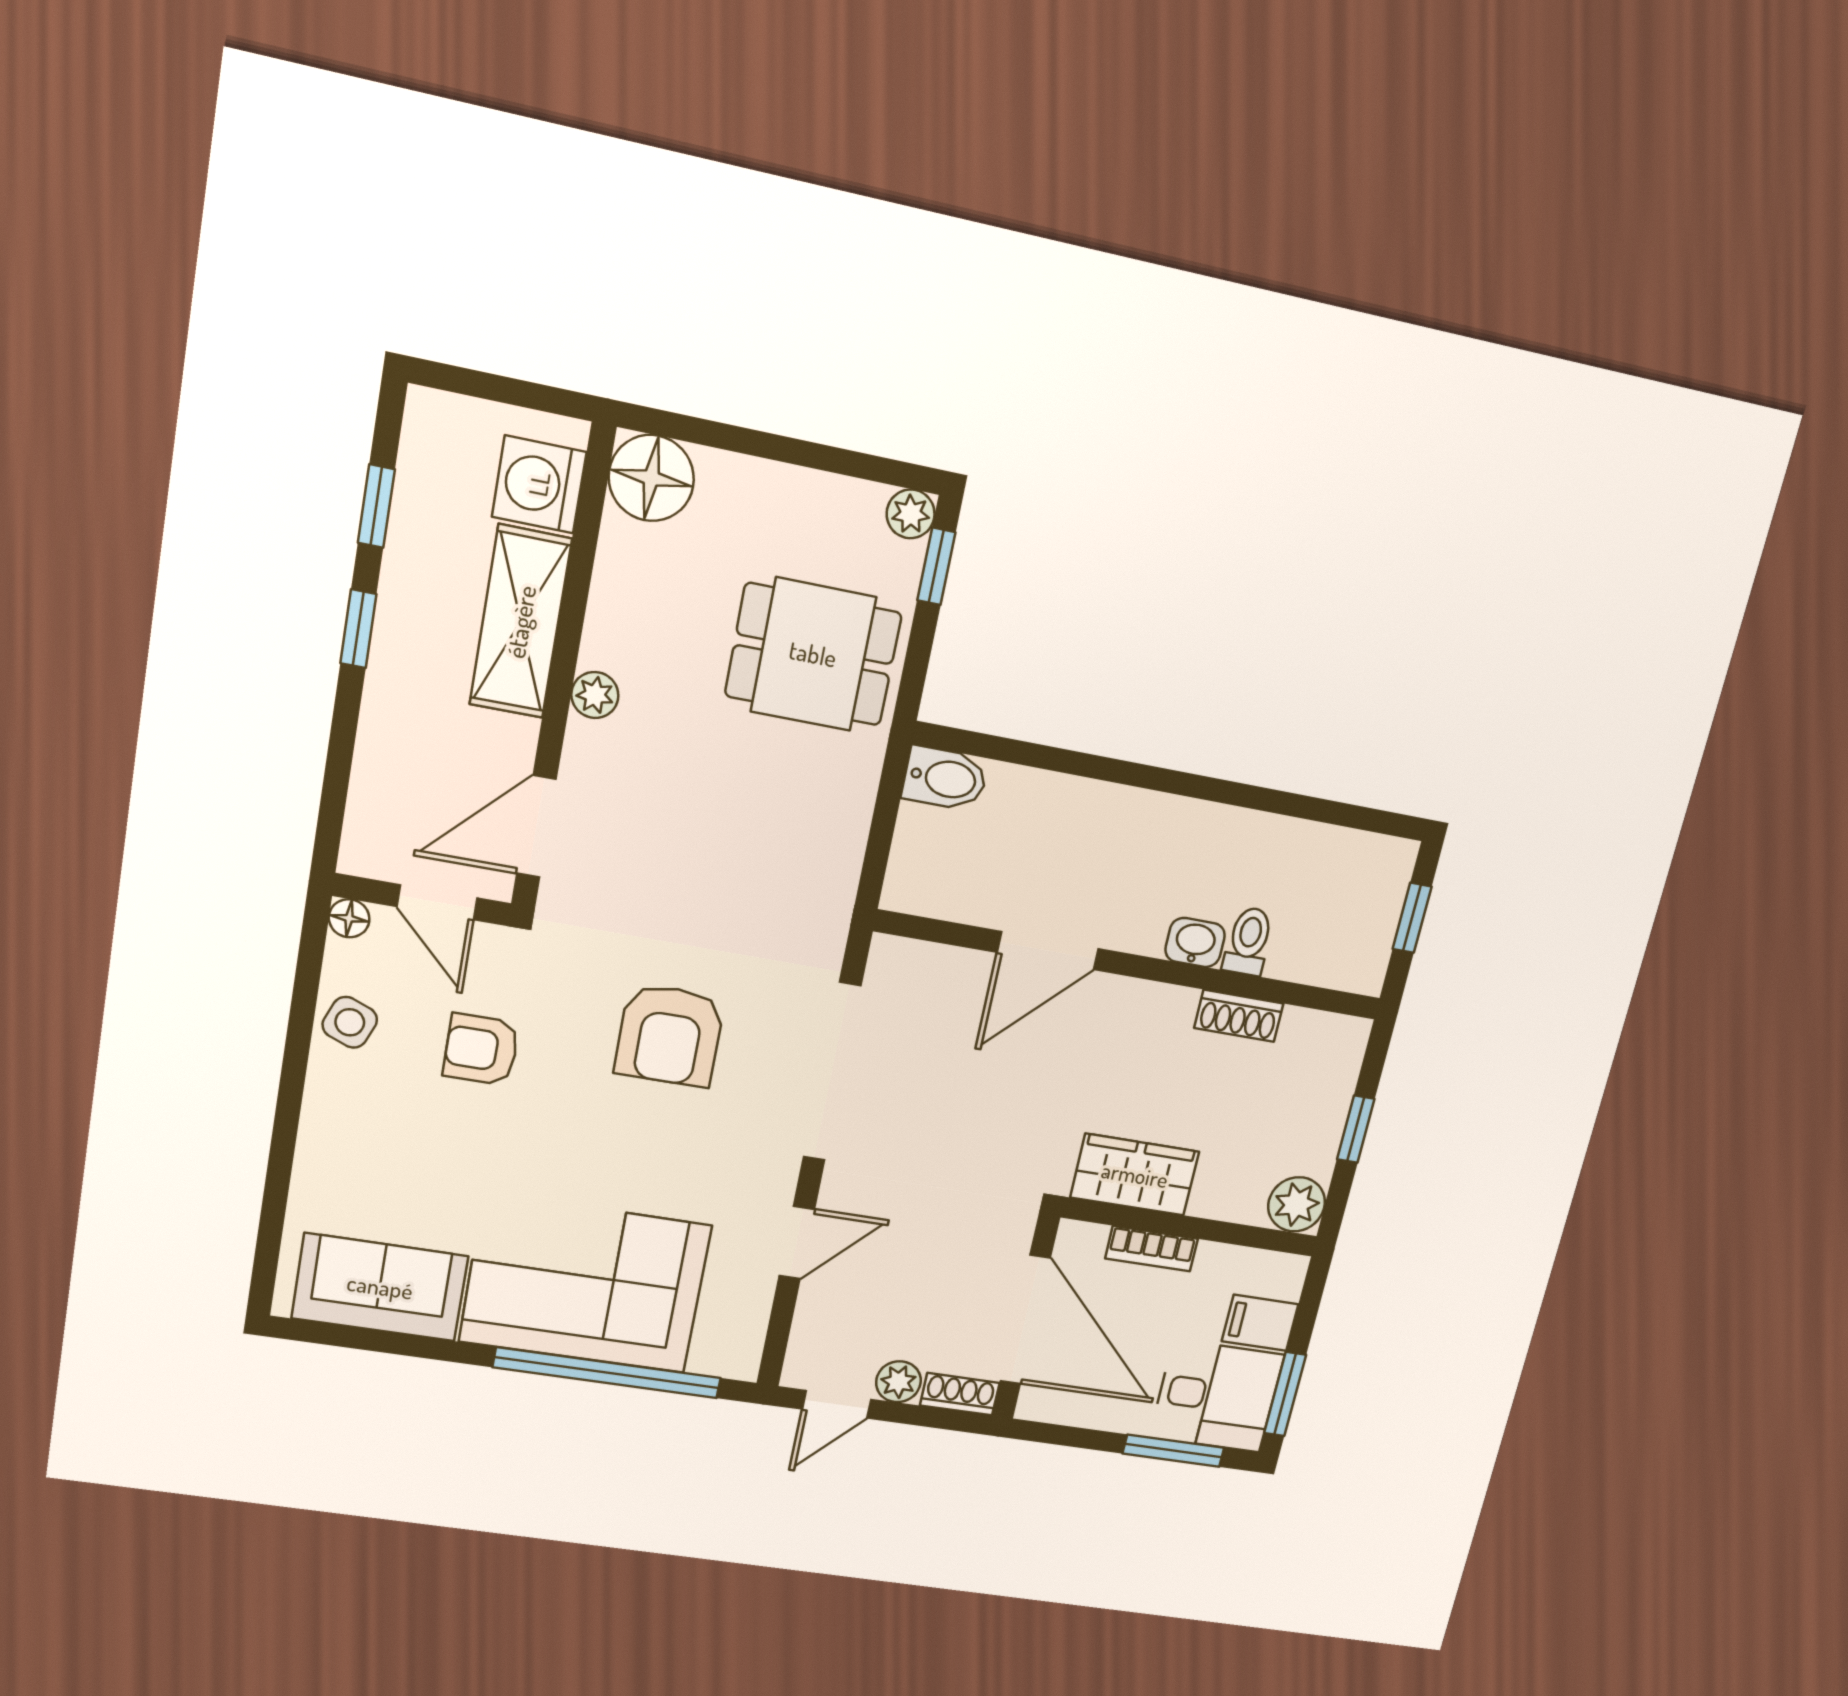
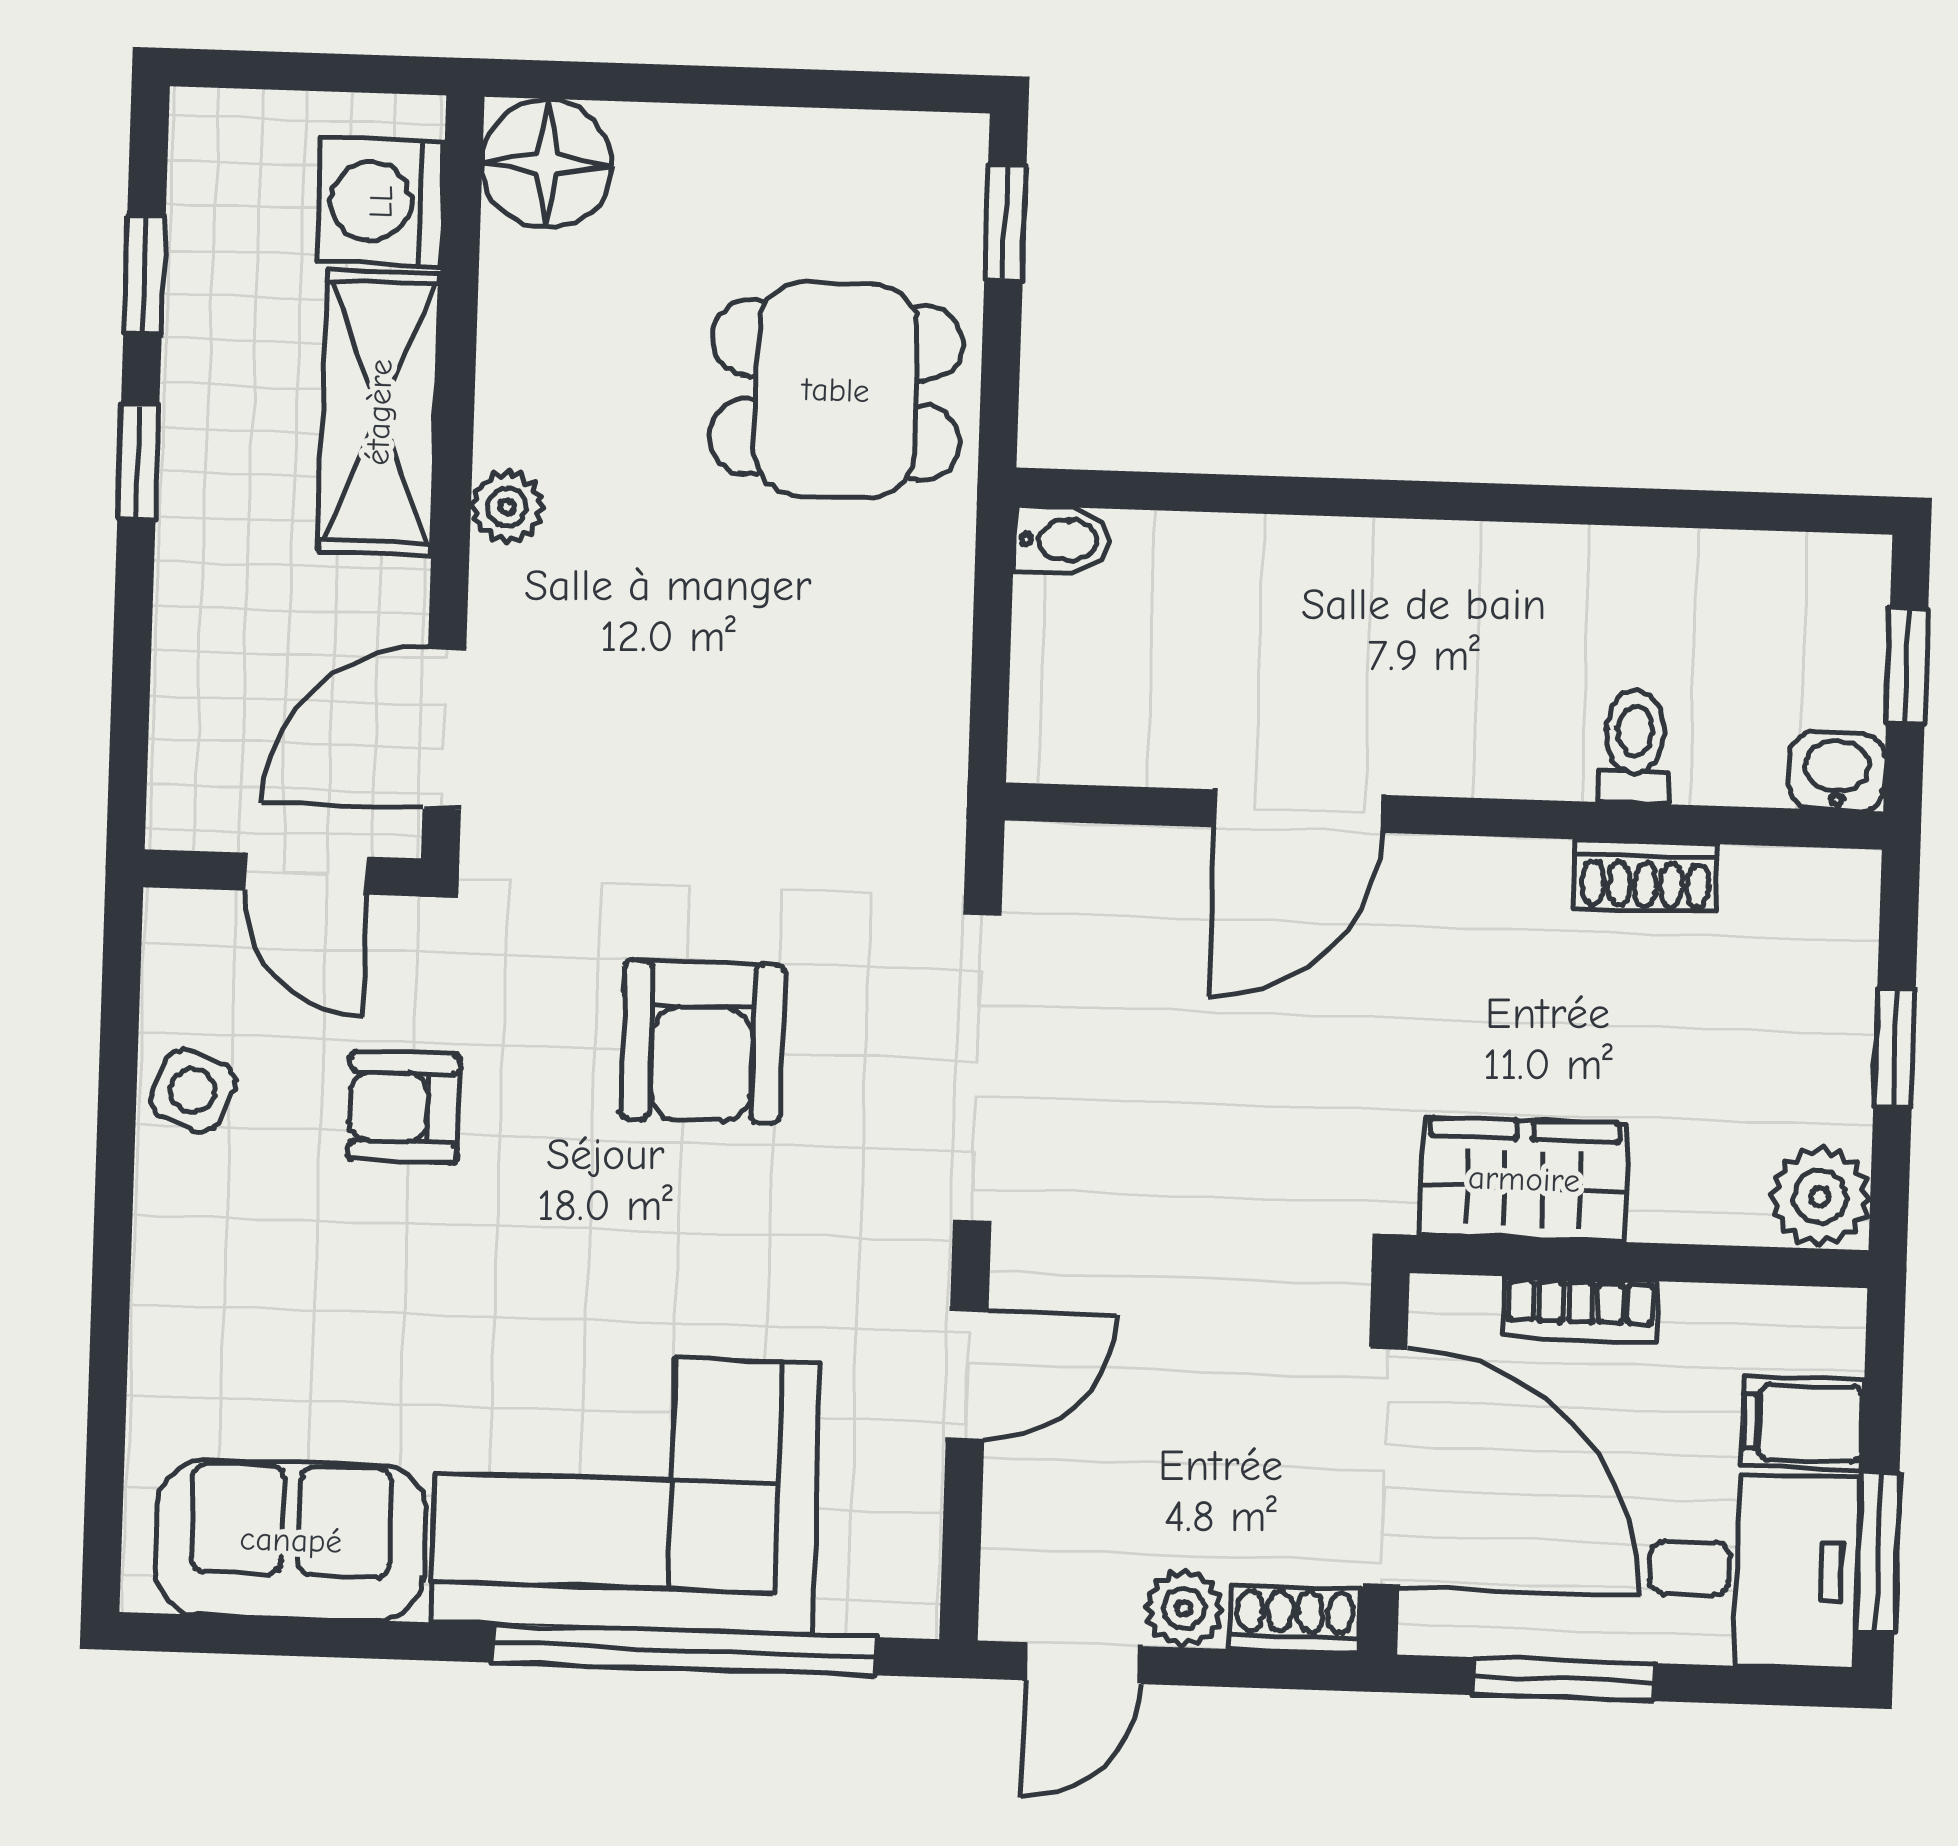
plant: (911, 514) -> (951, 150), removed
bidet: (945, 778) -> (1062, 540), width x0.72, depth x0.74
floor lamp: (349, 918) -> (173, 920), removed
washbasin: (1195, 942) -> (1837, 771), moved
window: (1173, 1451) -> (1564, 1679), moved

